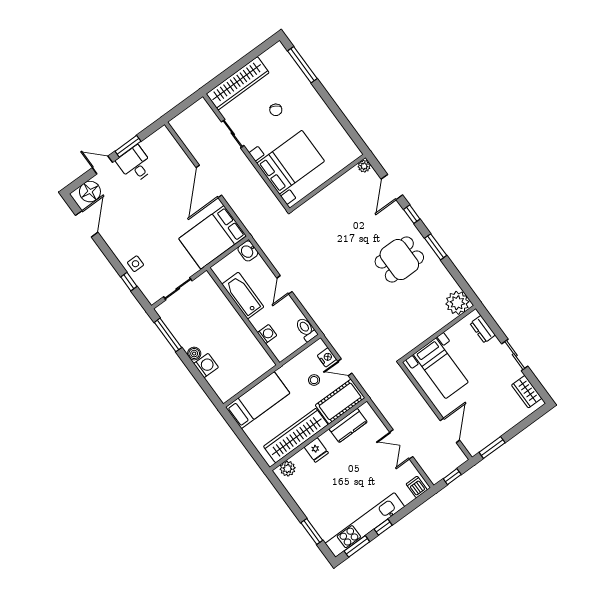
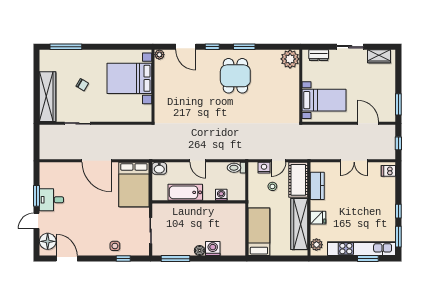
bed with nightstands: (291, 162) -> (129, 78), moved, turned -90
kitchen unit: (365, 525) -> (362, 249), moved, turned 90

